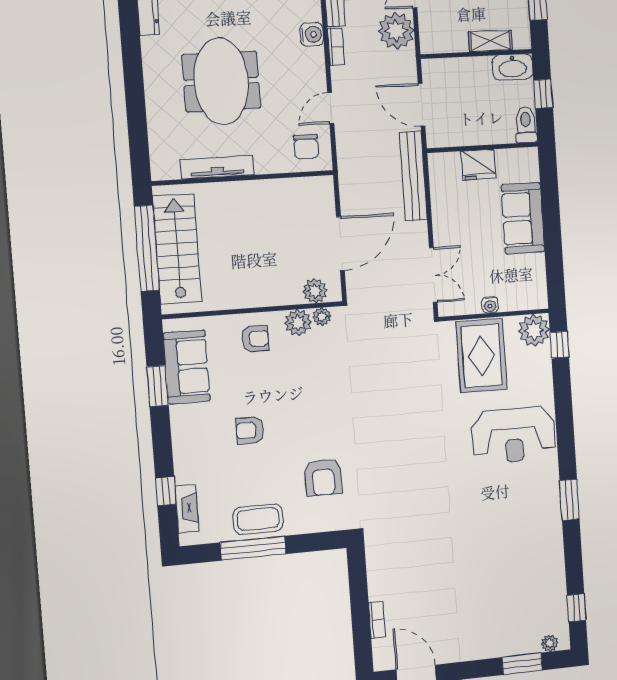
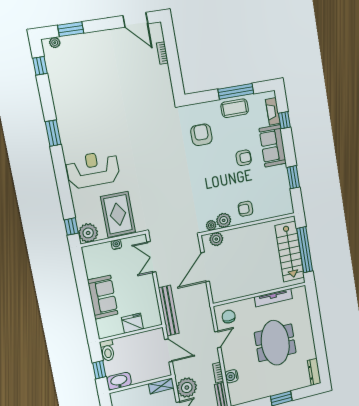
shelving: (490, 41) -> (161, 386), moved
sofa: (187, 367) -> (273, 146), moved

